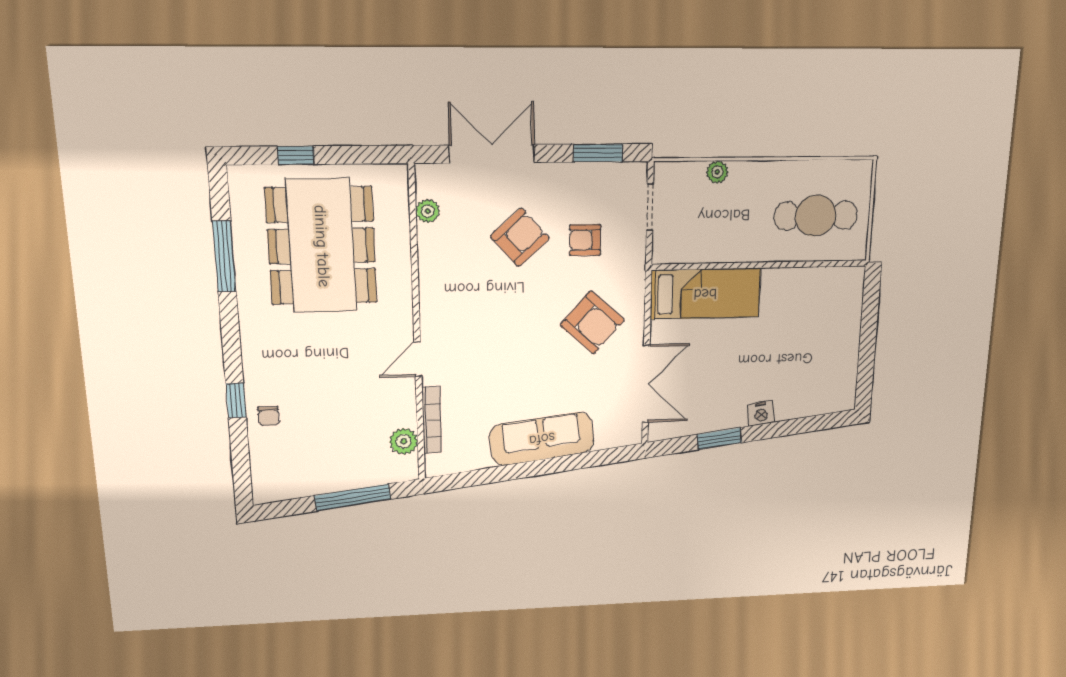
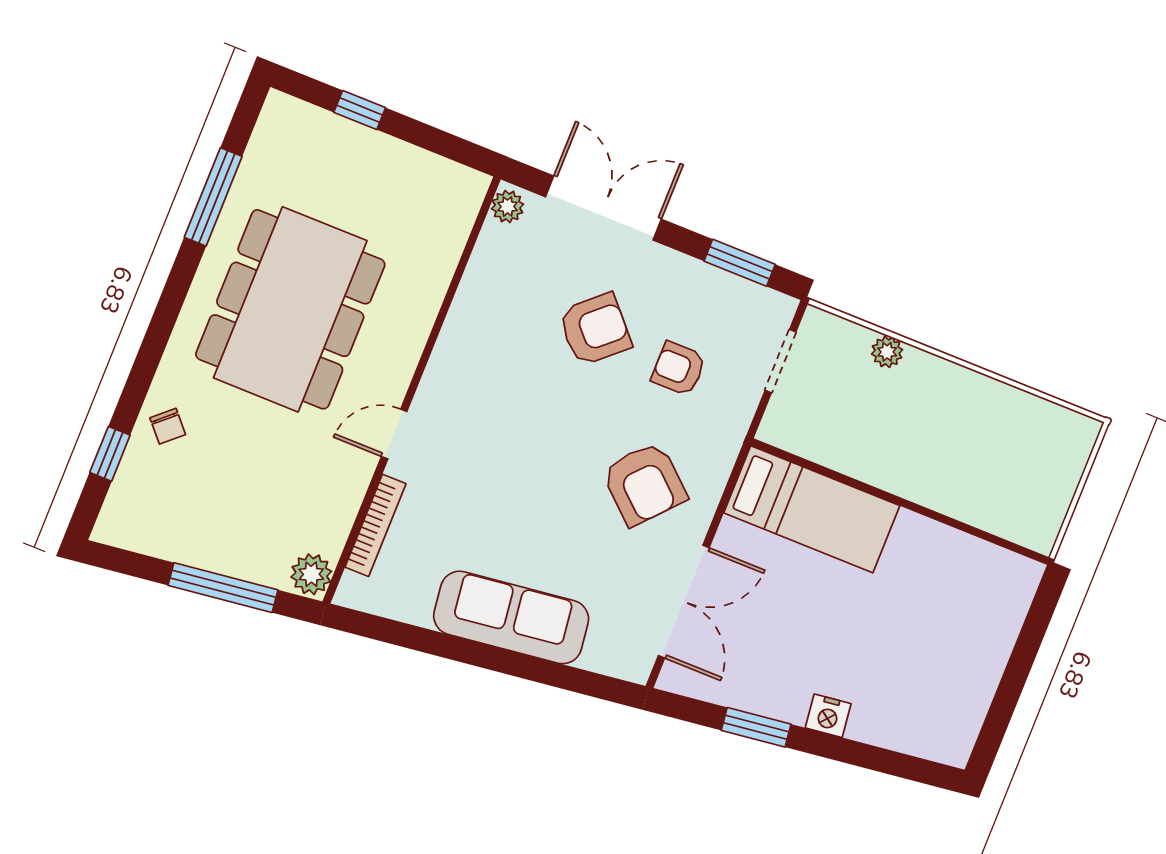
plant: (428, 211) -> (508, 207), moved
cafe table: (816, 216) -> (1000, 466), removed
dining table: (322, 246) -> (290, 309), moved
window: (236, 400) -> (110, 454), moved
chair: (269, 416) -> (168, 426), turned -42
plant: (404, 441) -> (311, 574), moved

